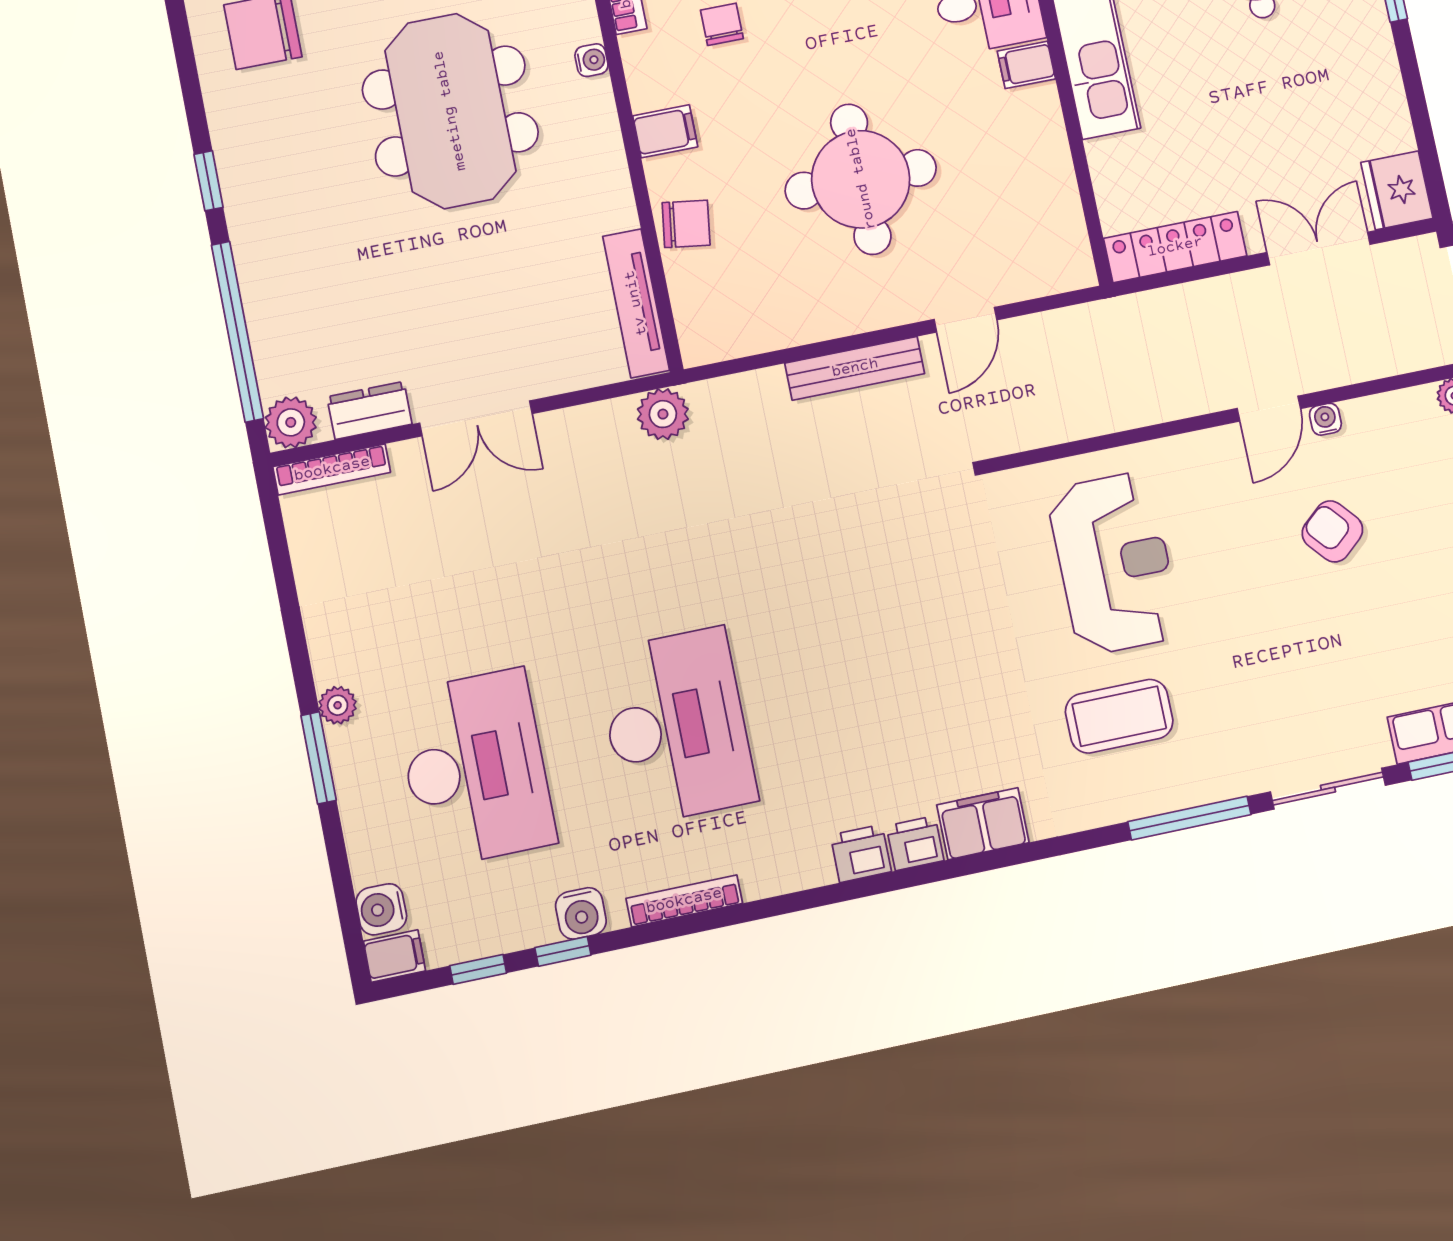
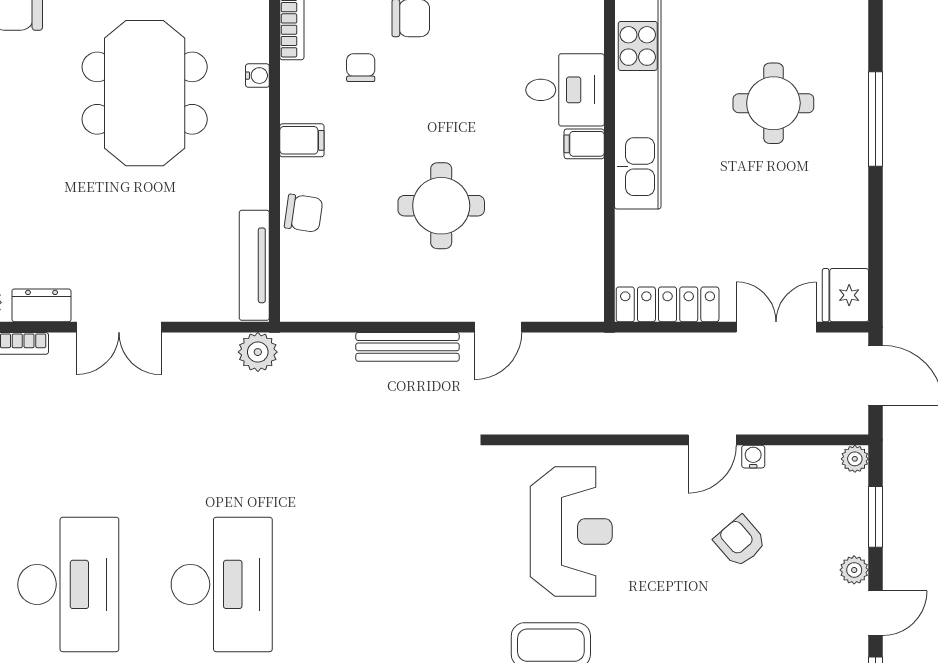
round table: (861, 179) -> (441, 206), width x0.73, depth x0.73

